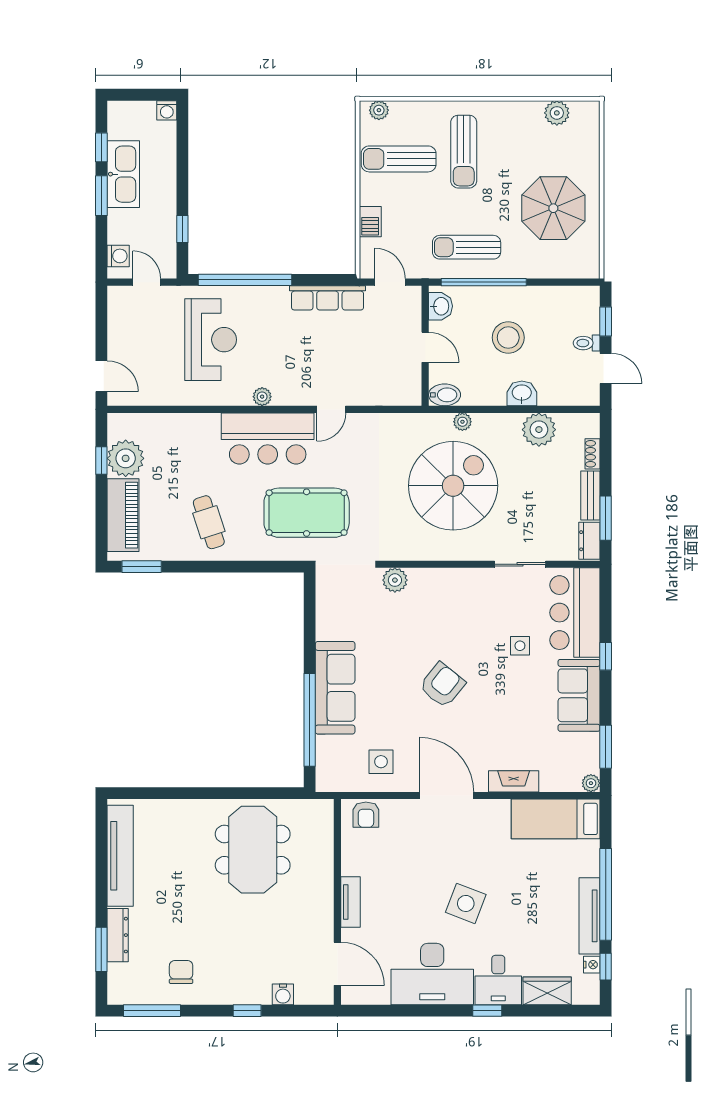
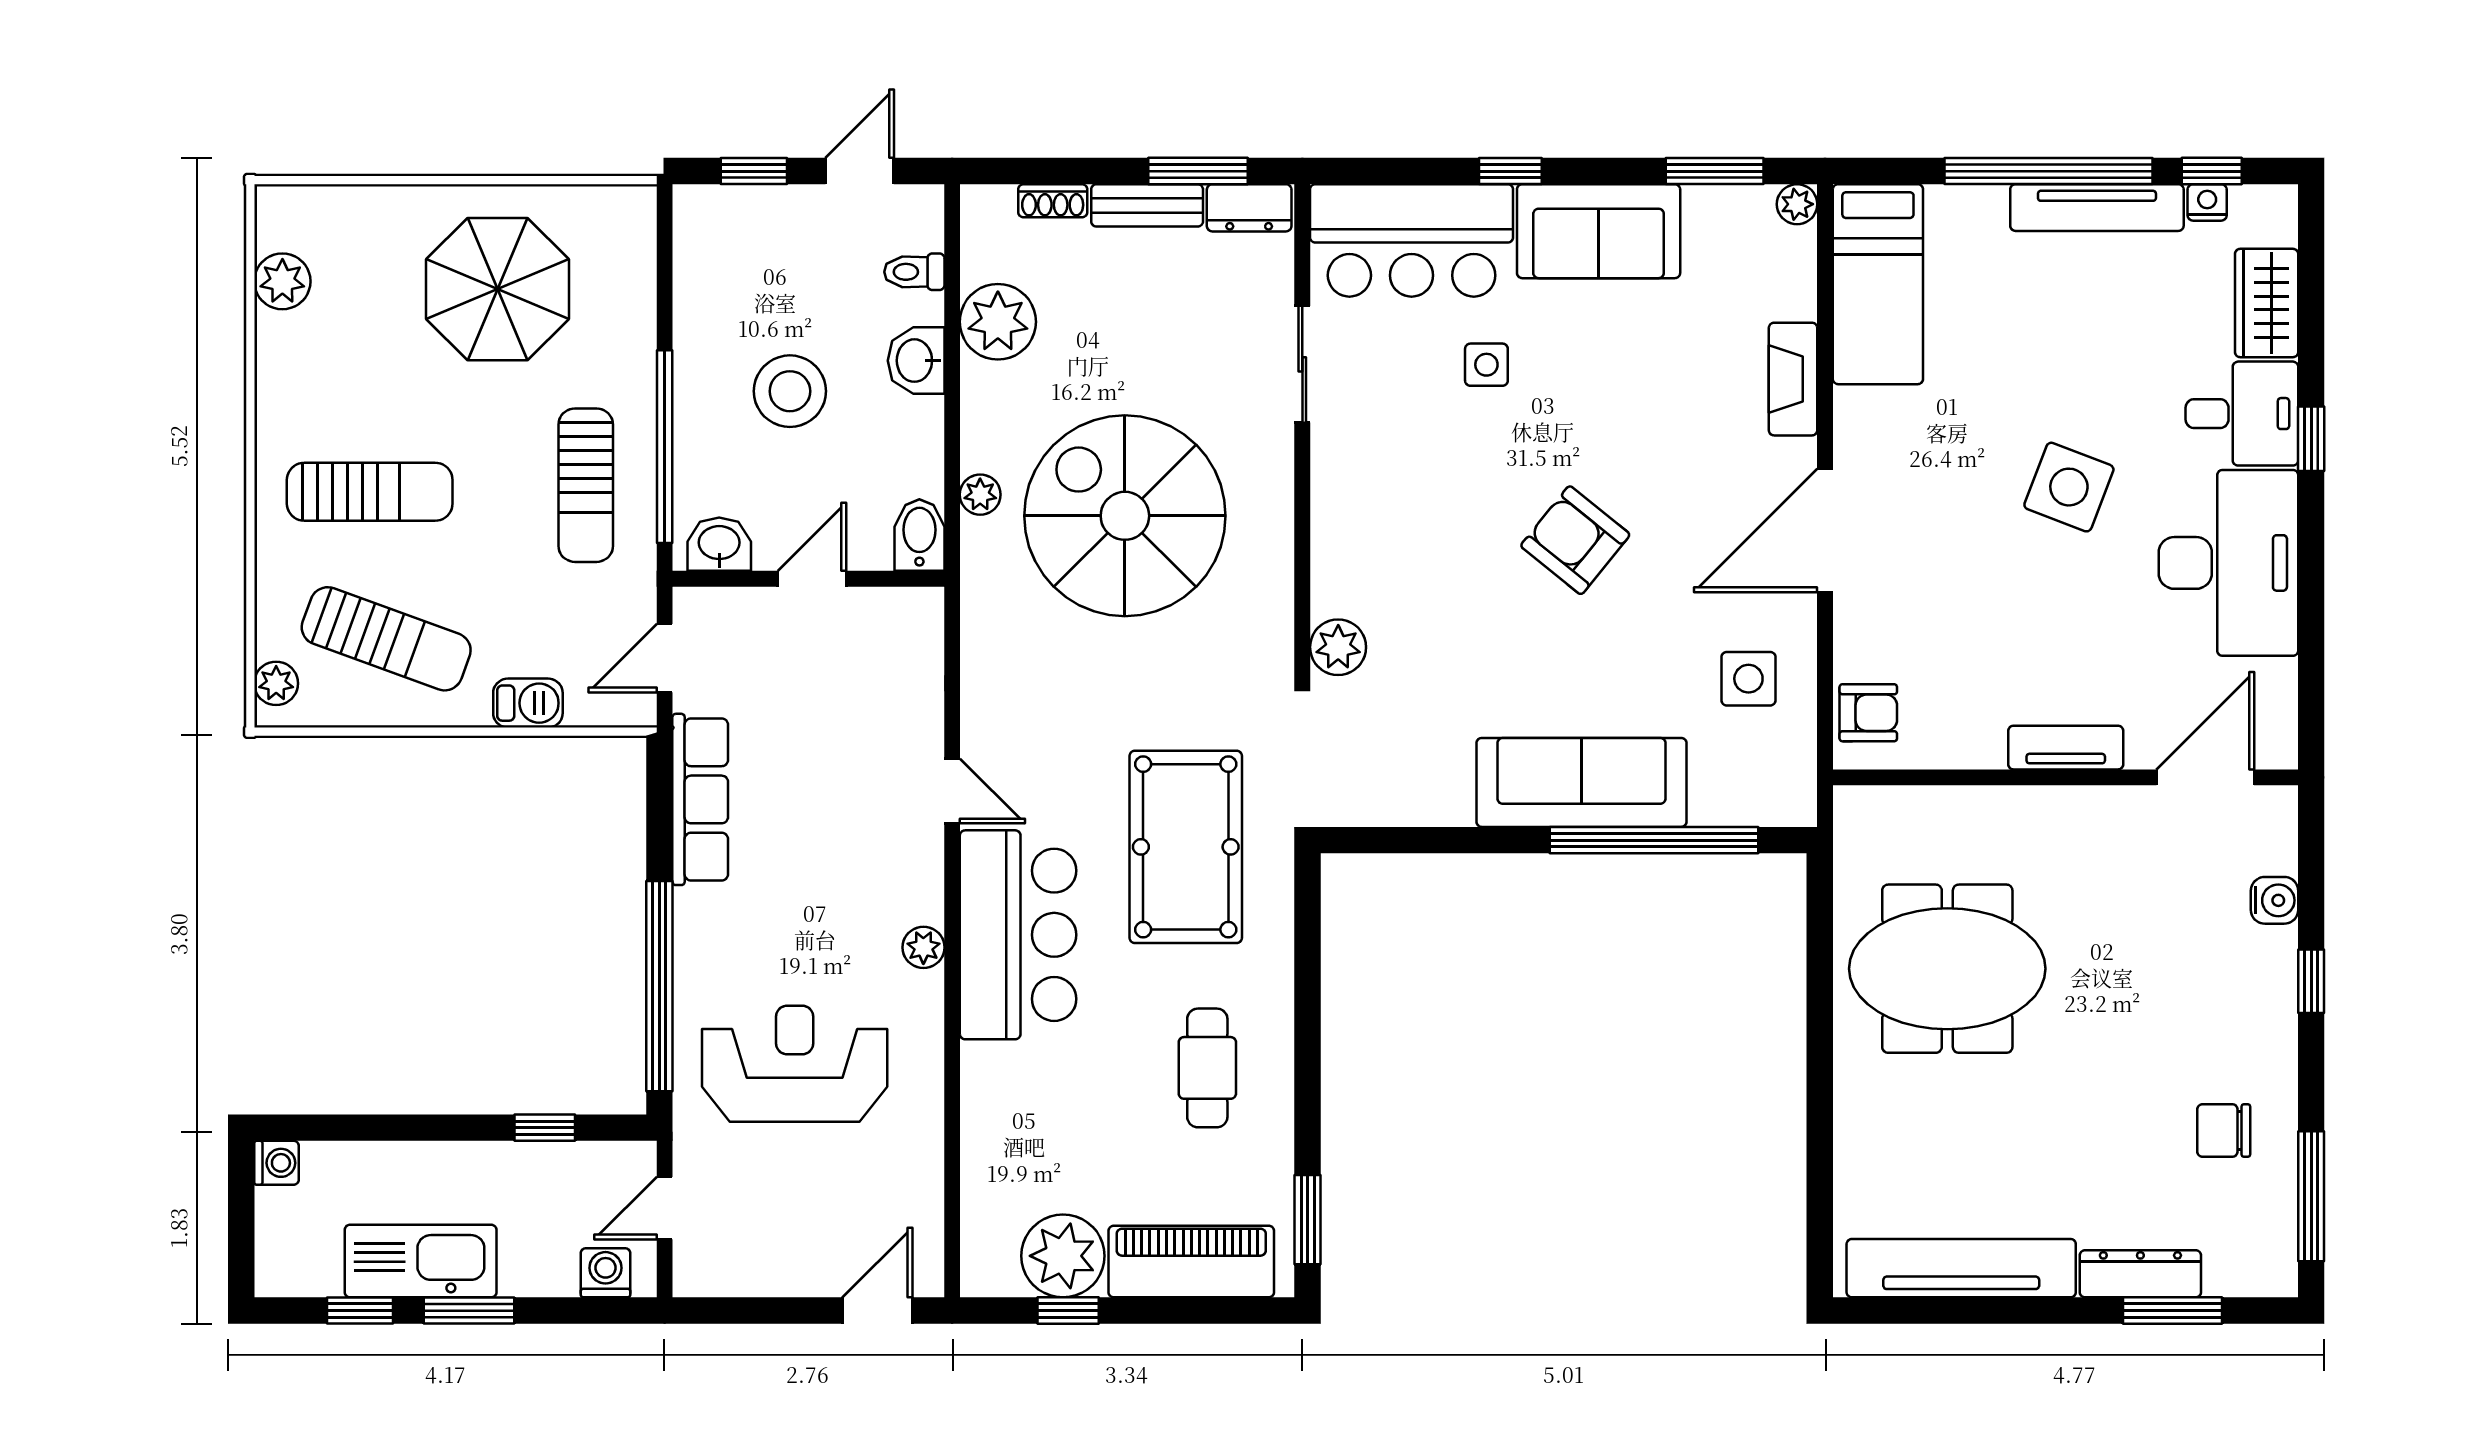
sun lounger: (399, 159) -> (386, 639), turned -70
toilet: (587, 343) -> (914, 272), moved, turned 90
cafe table: (209, 522) -> (1207, 1068), turned -72

